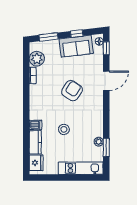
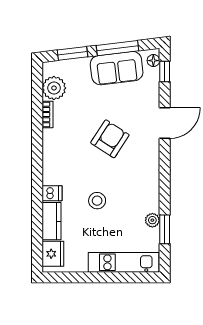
window: (77, 34) -> (117, 48), width x2.17

